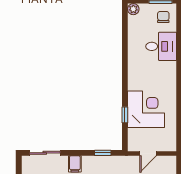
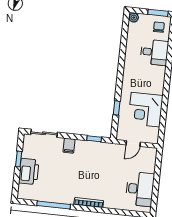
corner desk: (146, 109) -> (145, 110), moved, turned 180

